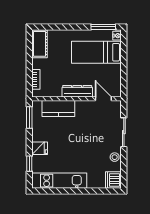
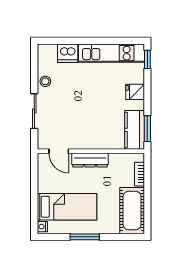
window: (103, 27) -> (85, 237), moved
cot: (39, 44) -> (132, 211), width x1.37, depth x1.34
kitchen counter: (58, 108) -> (135, 130), moved, turned -90
window: (29, 164) -> (147, 59), moved
dishwasher: (113, 180) -> (68, 53), moved, turned 90

